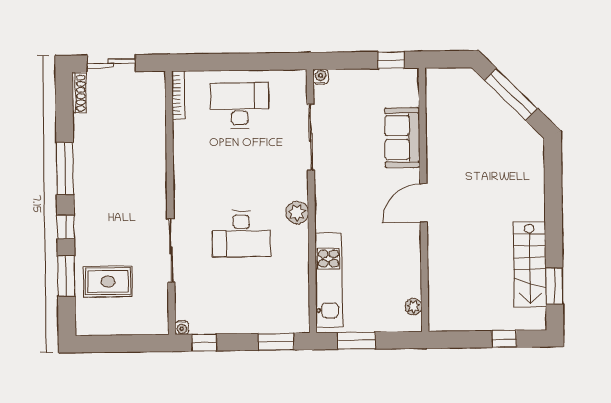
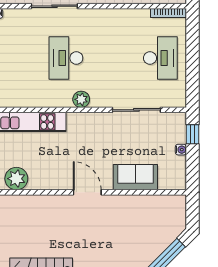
window: (391, 60) -> (193, 134), moved
water cooler: (321, 77) -> (181, 150), moved
plant: (413, 307) -> (16, 179), width x1.88, depth x1.88

